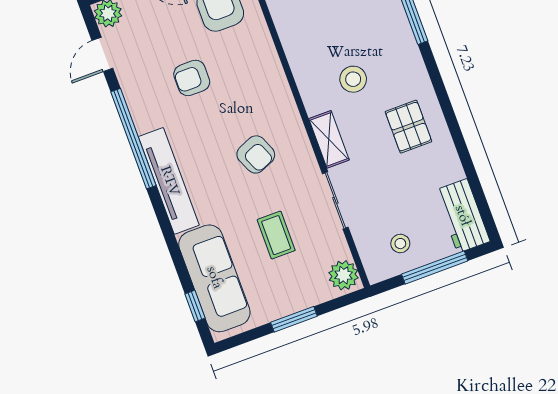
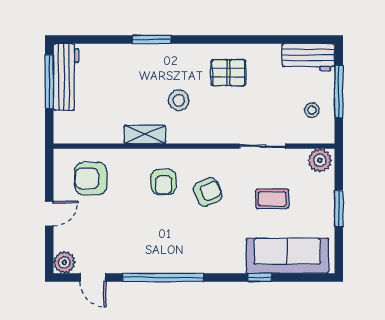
armchair: (192, 78) -> (164, 182), moved
shelving: (329, 139) -> (145, 134), moved
tv unit: (169, 181) -> (204, 263), removed
window: (195, 306) -> (260, 277), moved

